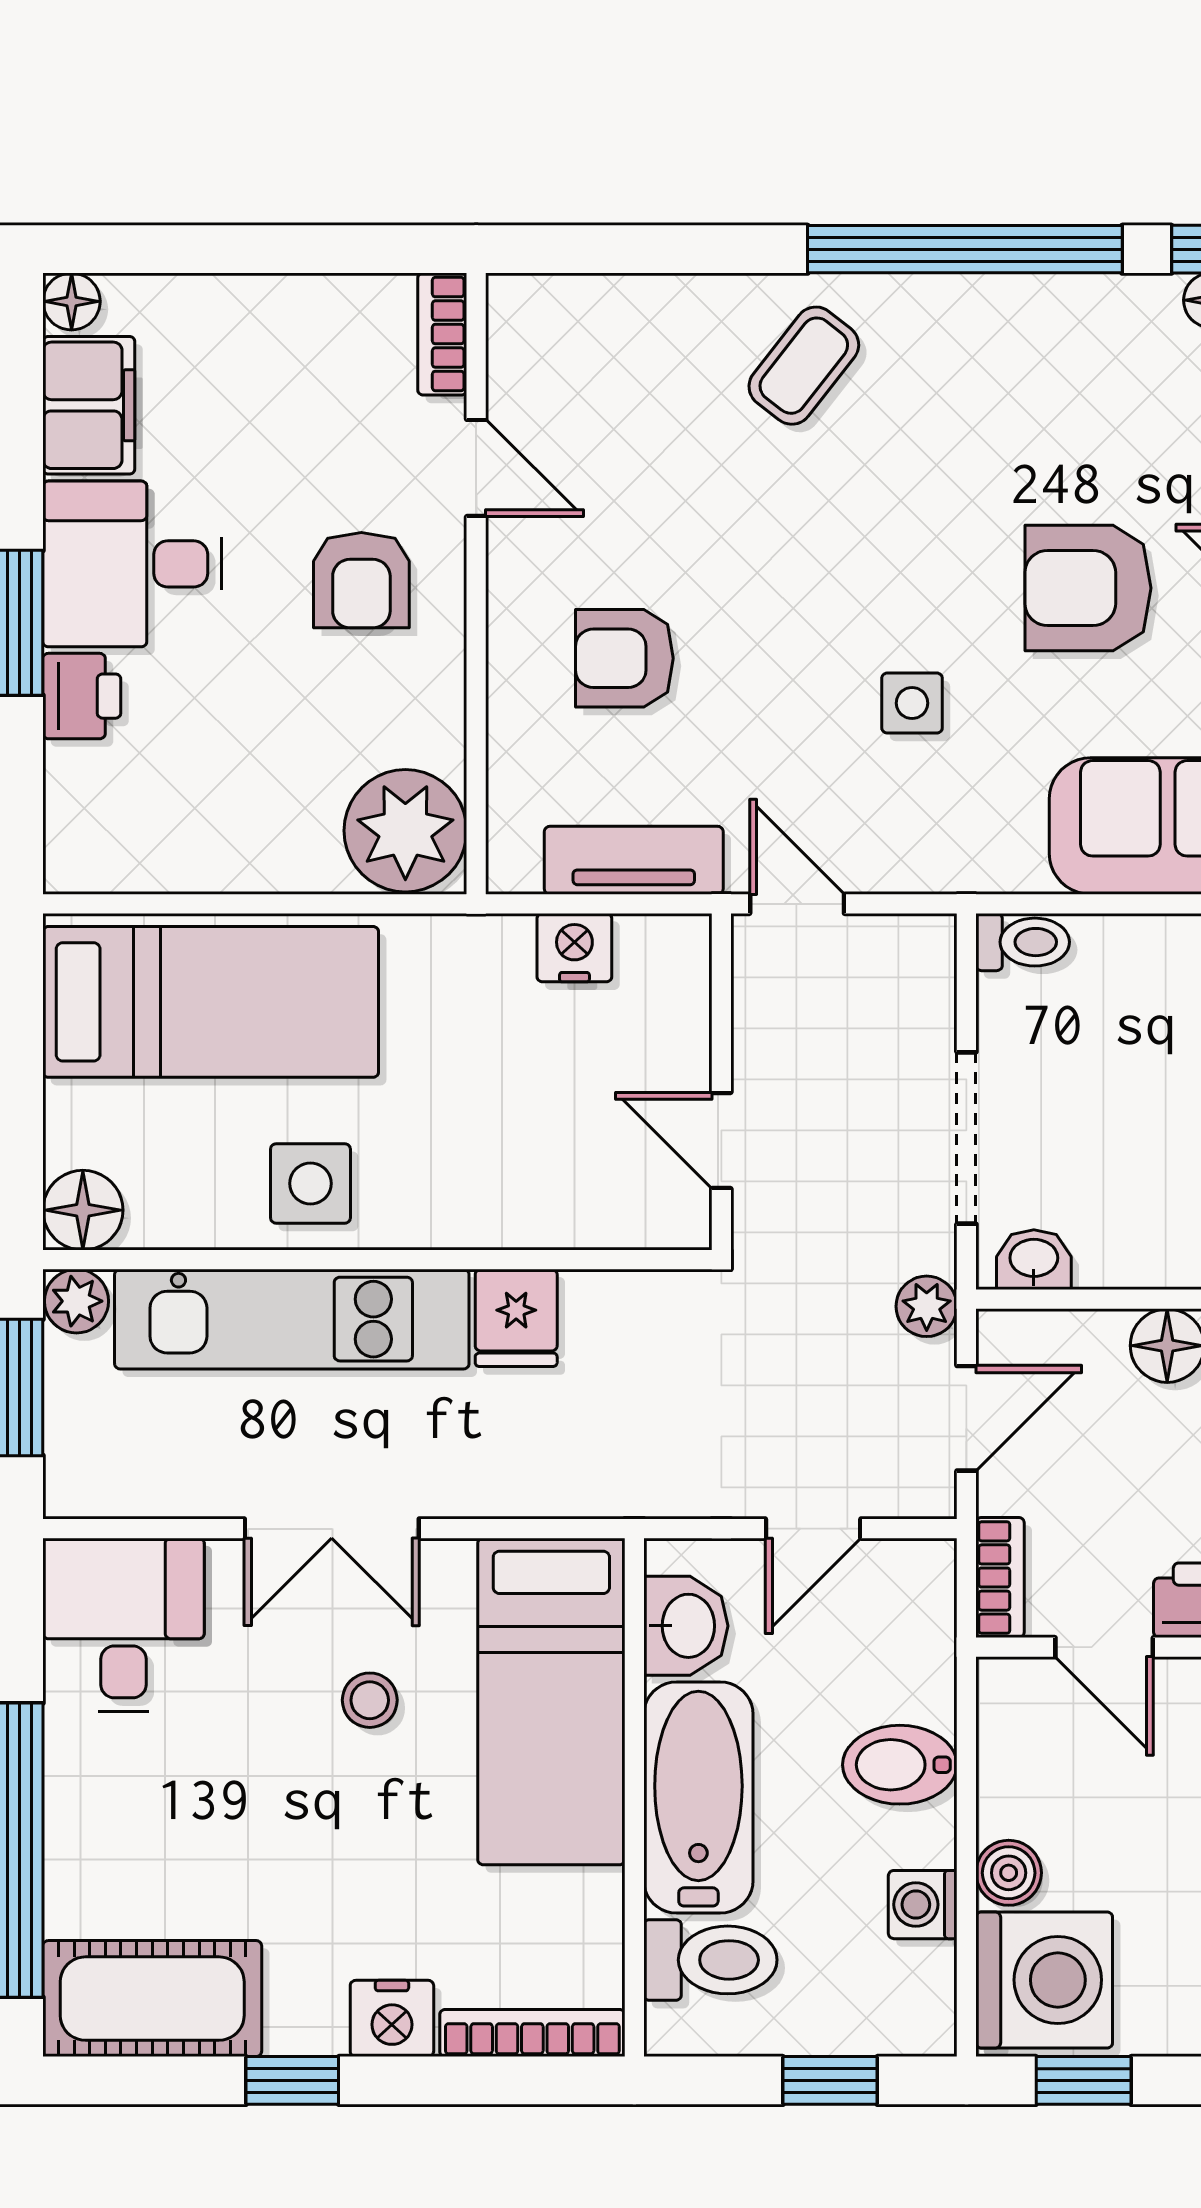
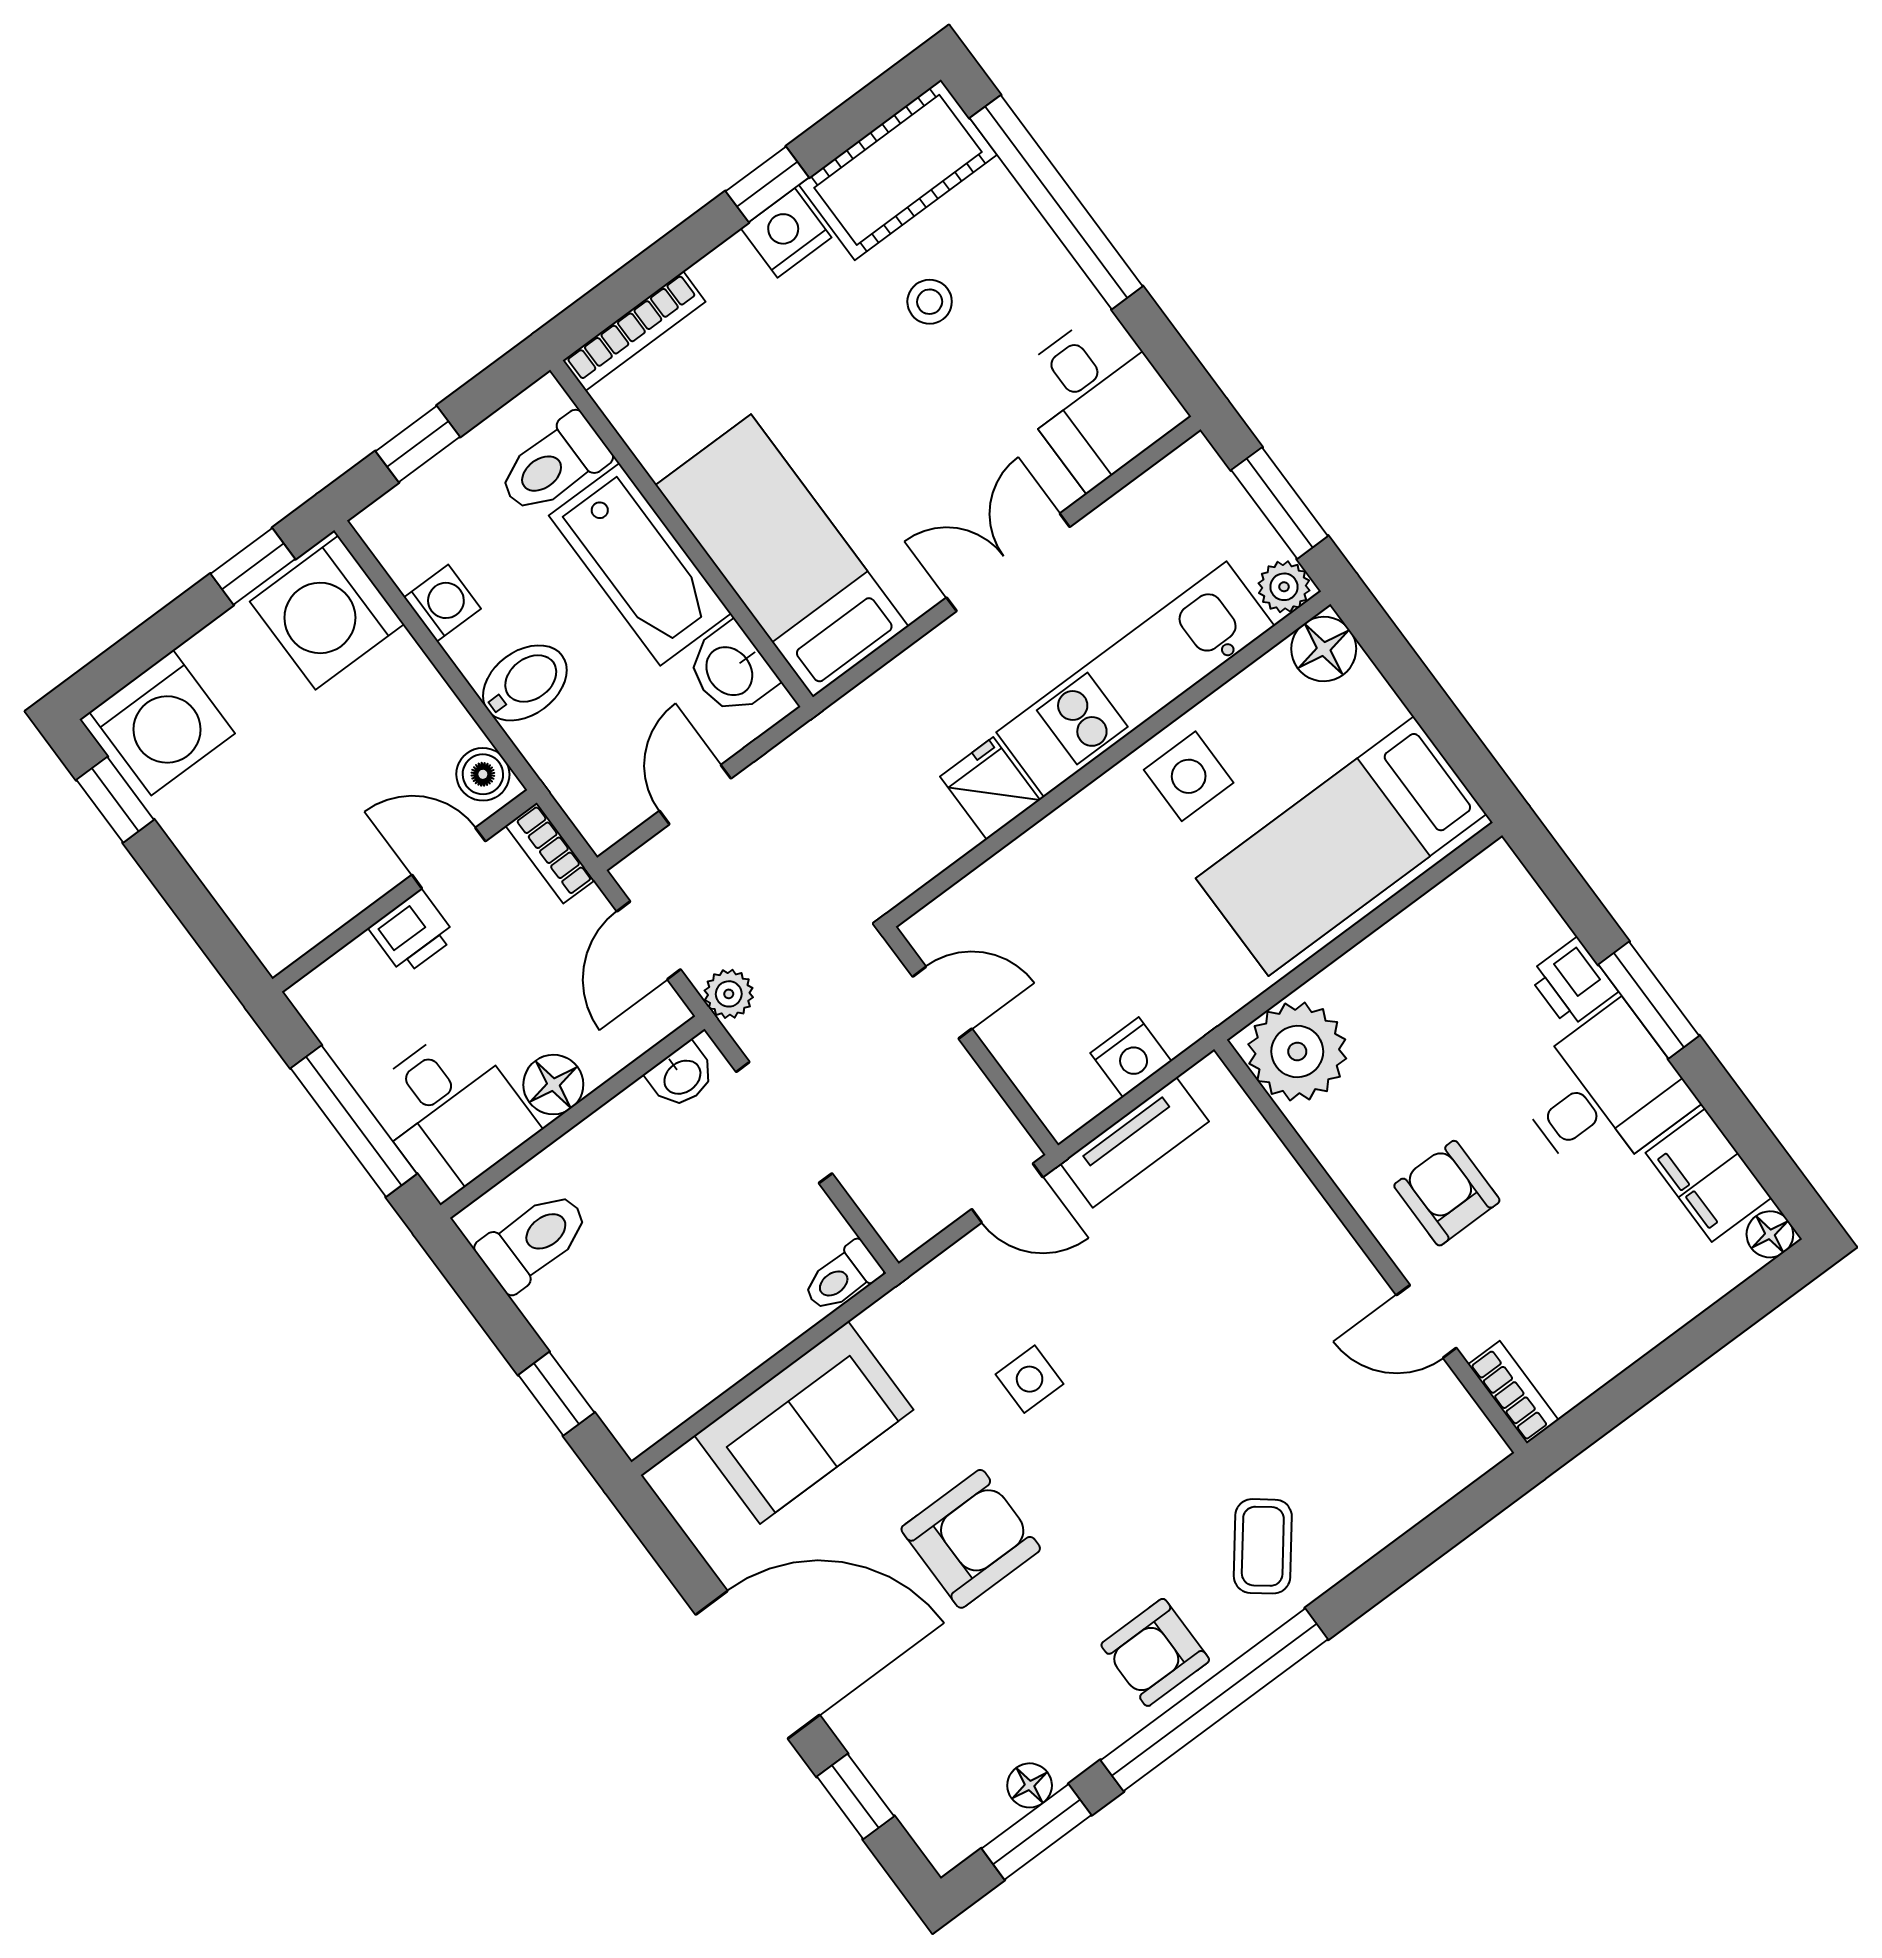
armchair: (624, 658) -> (1155, 1652), moved, turned 180
stool: (370, 1700) -> (930, 302), moved
boiler: (1009, 1873) -> (483, 774), moved
nightstand: (392, 2018) -> (786, 233), moved

